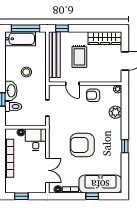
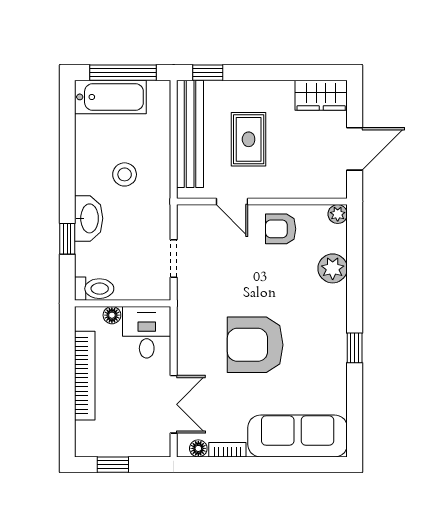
wardrobe: (105, 38) -> (321, 95), width x0.67
toilet: (13, 107) -> (94, 289), moved
window: (92, 196) -> (278, 465), removed

